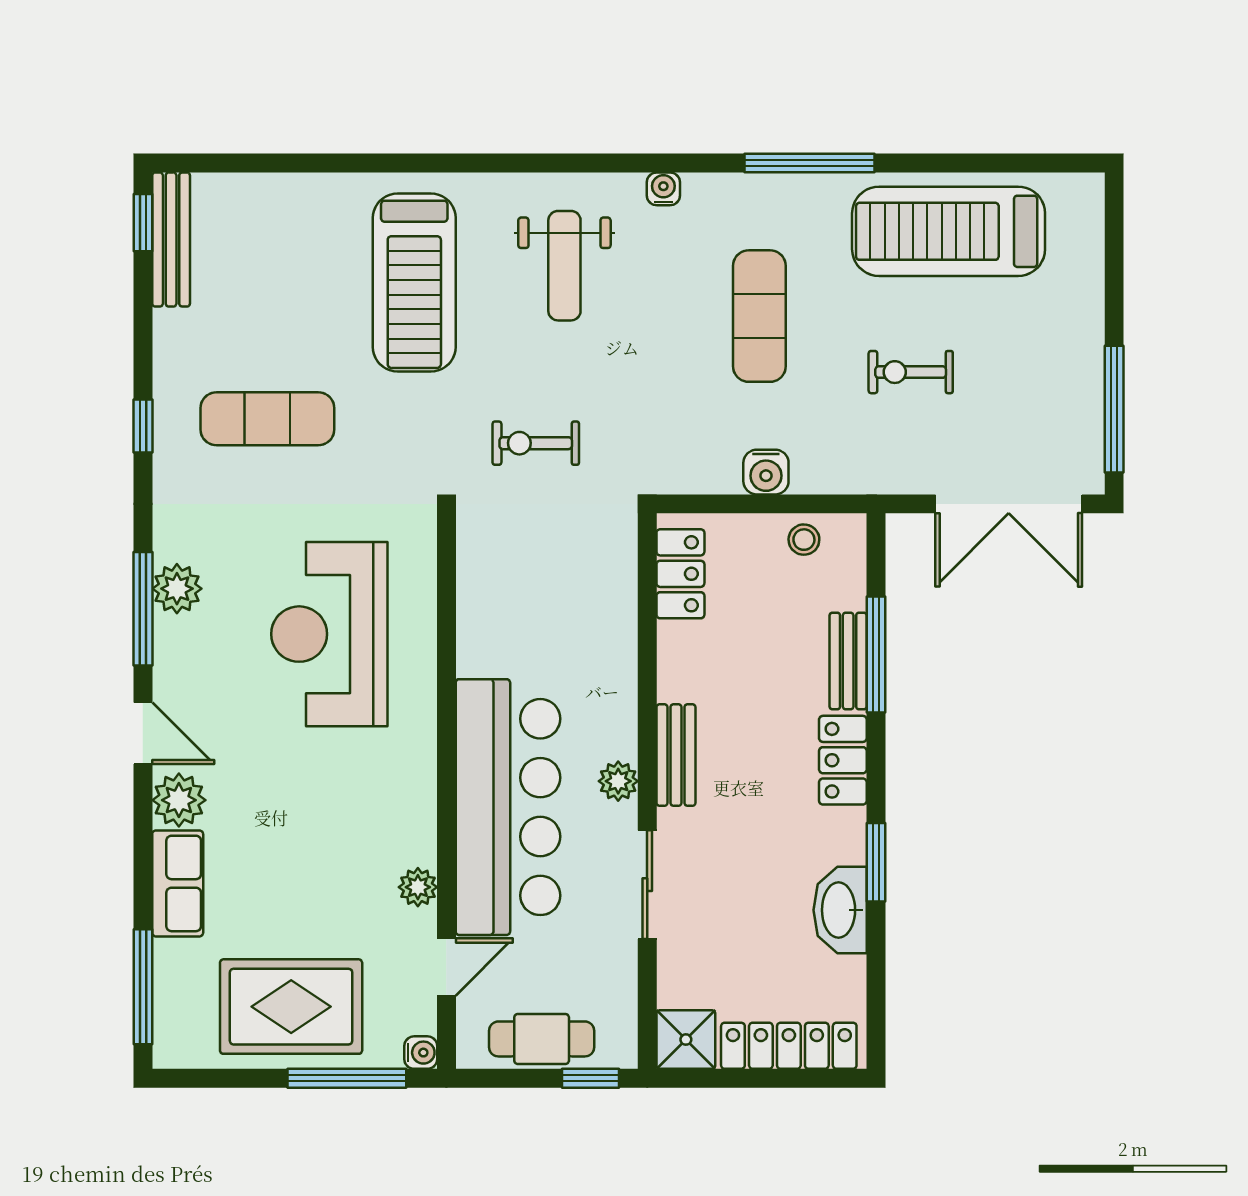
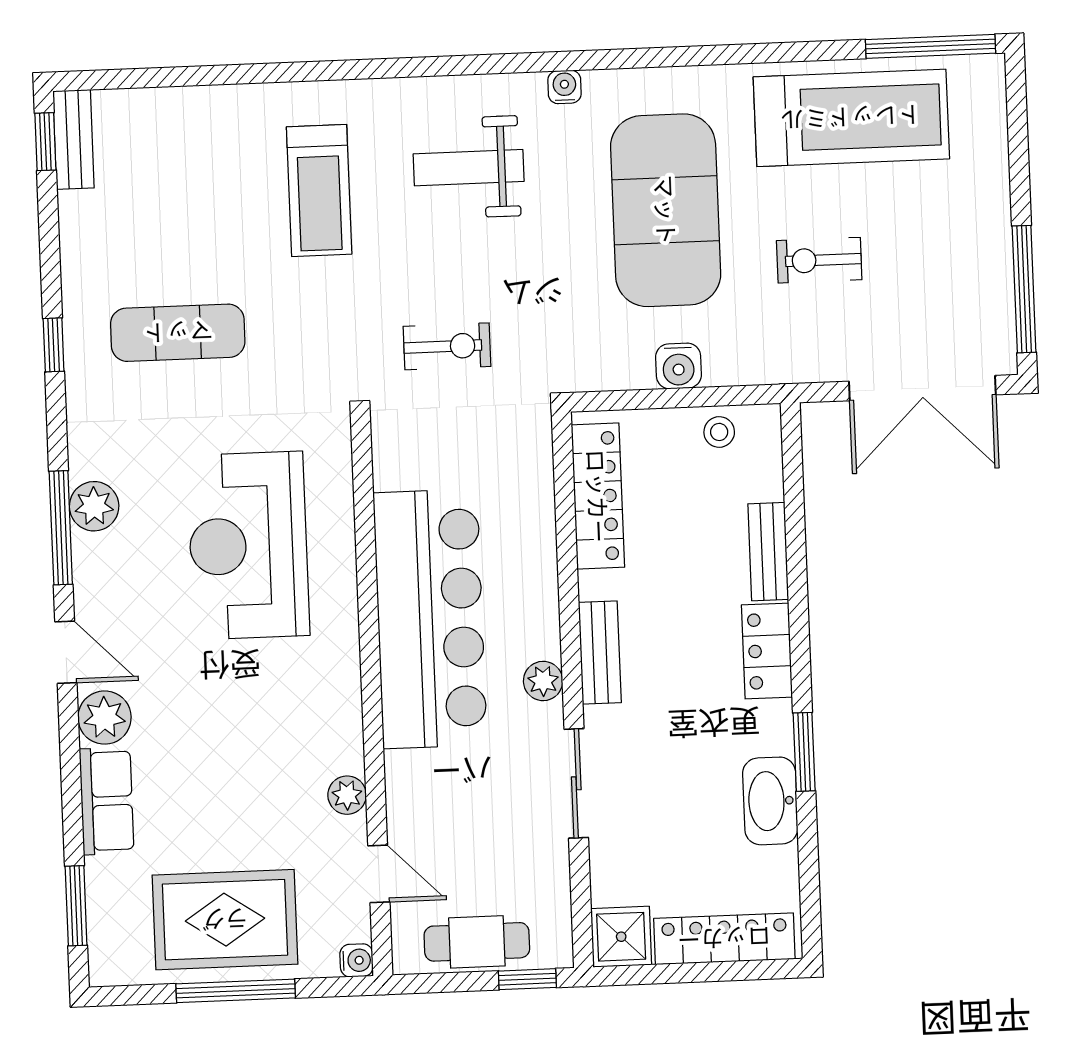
window: (810, 163) -> (930, 46), moved
treadmill: (949, 231) -> (851, 118), turned 180
bench: (171, 240) -> (73, 139), width x0.73
weight bench: (564, 266) -> (469, 168), turned 90
treadmill: (414, 282) -> (319, 191), width x0.73, depth x0.73
exercise mat: (759, 316) -> (666, 210), width x2.00, depth x1.45
exercise bike: (536, 443) -> (447, 346), turned 180
locker: (680, 574) -> (598, 496), width x1.53
window: (876, 654) -> (796, 544), removed
bar counter: (508, 807) -> (430, 619), moved
door: (446, 967) -> (379, 874), hinge flipped
window: (143, 987) -> (76, 906), width x0.69
window: (347, 1078) -> (236, 991), moved

